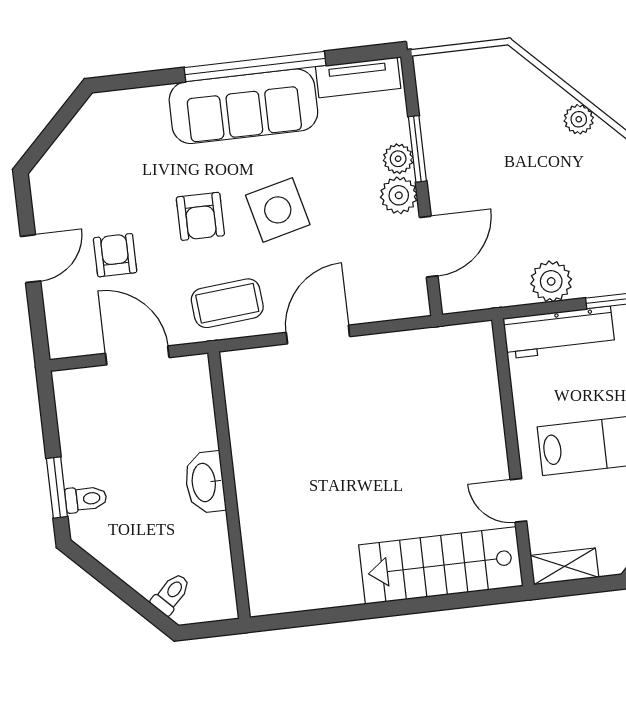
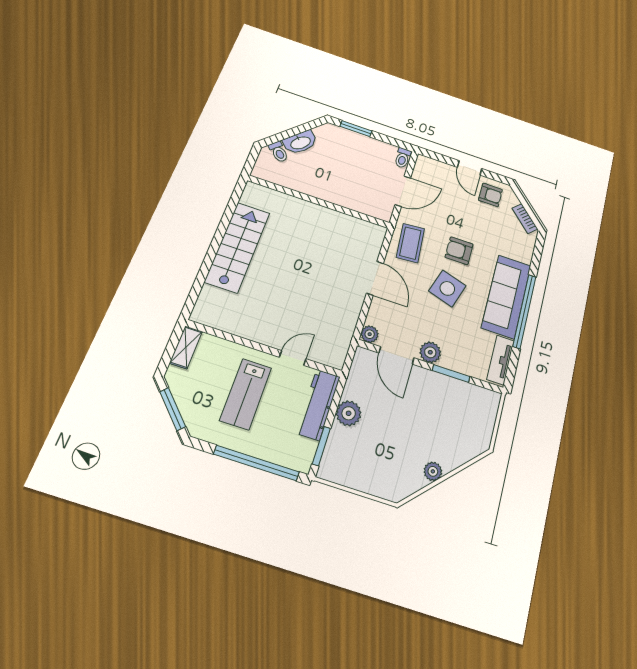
bookcase: (81, 125) -> (525, 219), added
plant: (398, 159) -> (370, 334), moved
side table: (278, 210) -> (447, 288), turned 31
armchair: (115, 255) -> (490, 195), moved
washbasin: (205, 482) -> (300, 142), moved, turned 135
toilet: (86, 499) -> (403, 158), moved
door: (518, 500) -> (293, 358), moved
stairs: (441, 565) -> (238, 247), moved

